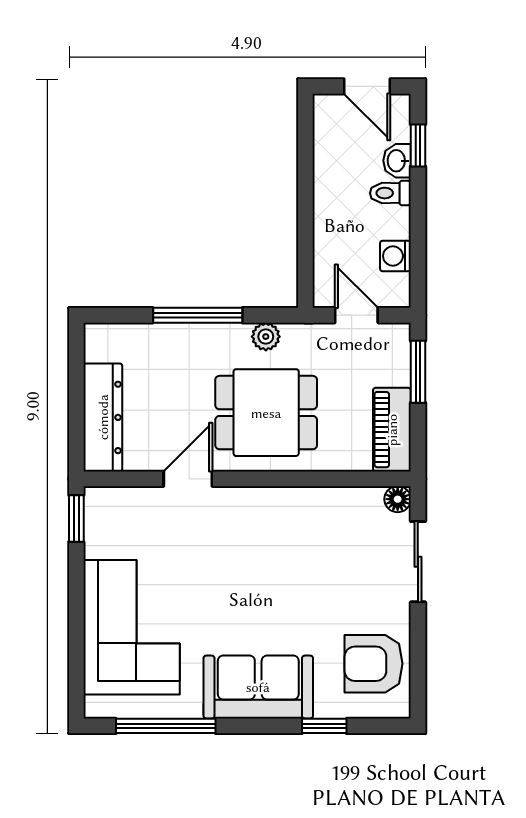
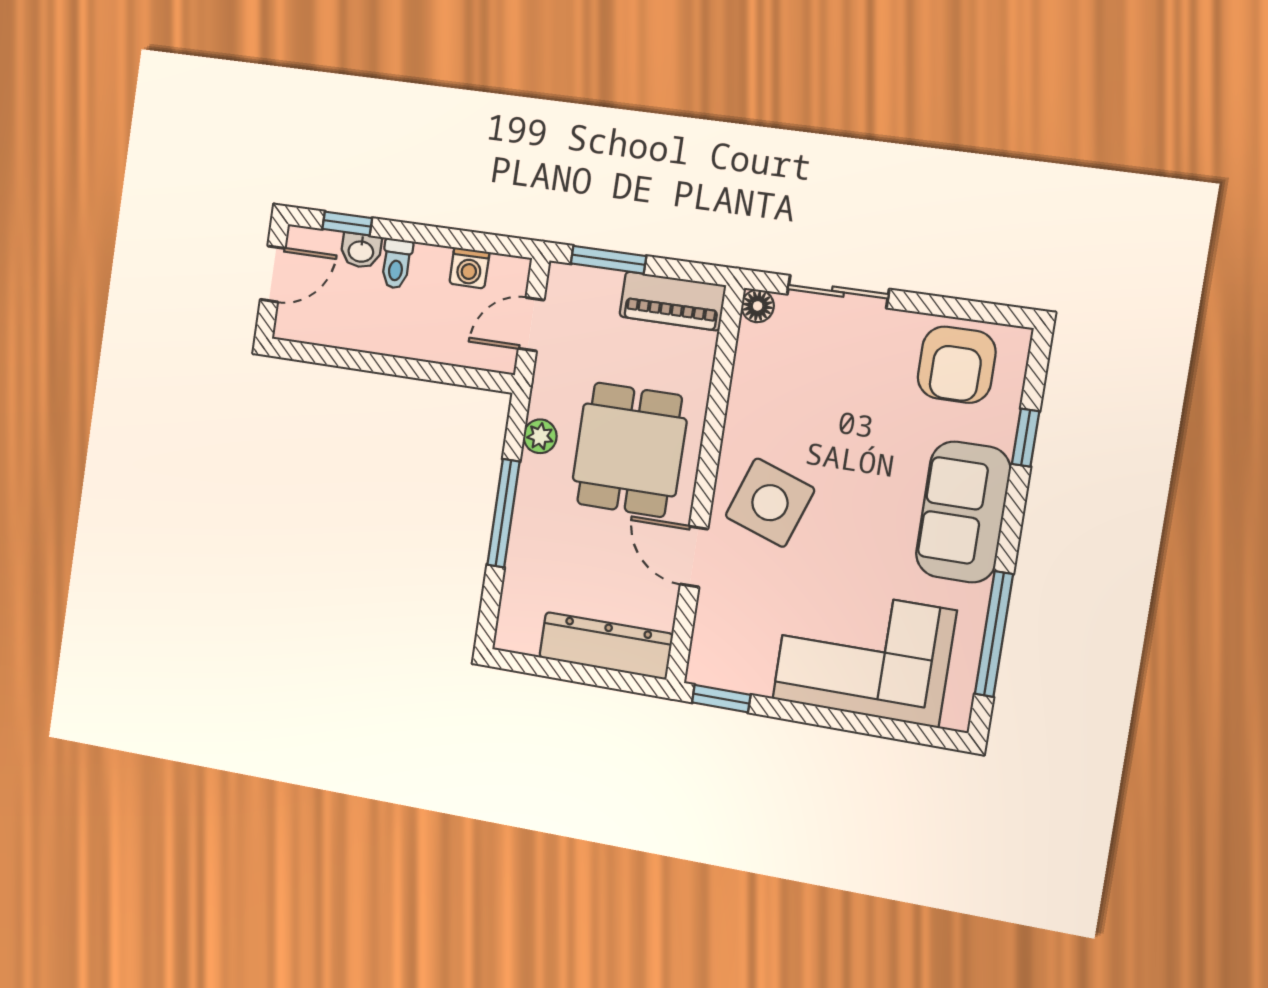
side table: (241, 533) -> (770, 503), added

